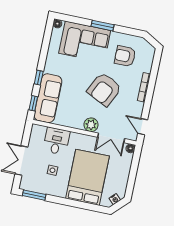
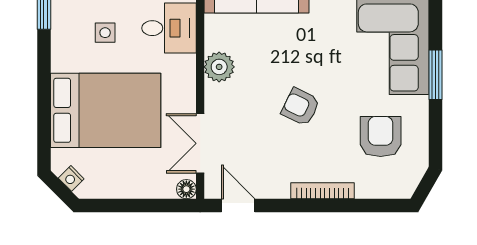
armchair: (104, 89) -> (301, 107), width x0.53, depth x0.53
plant: (91, 125) -> (219, 67), moved
door: (143, 127) -> (238, 205), hinge flipped

